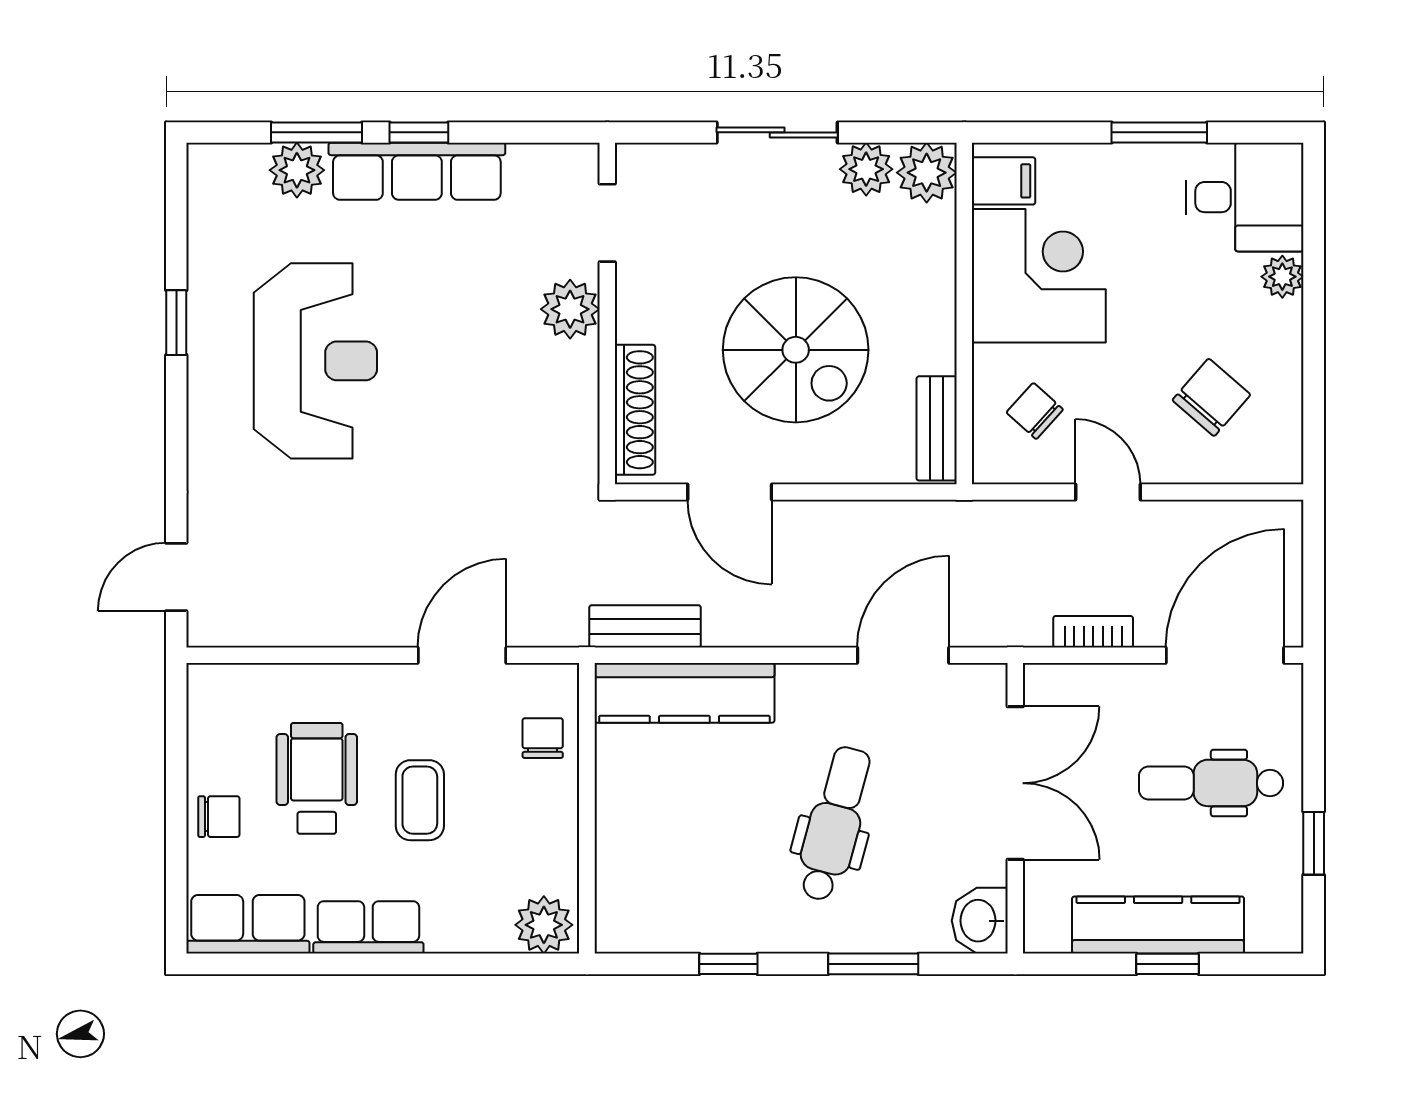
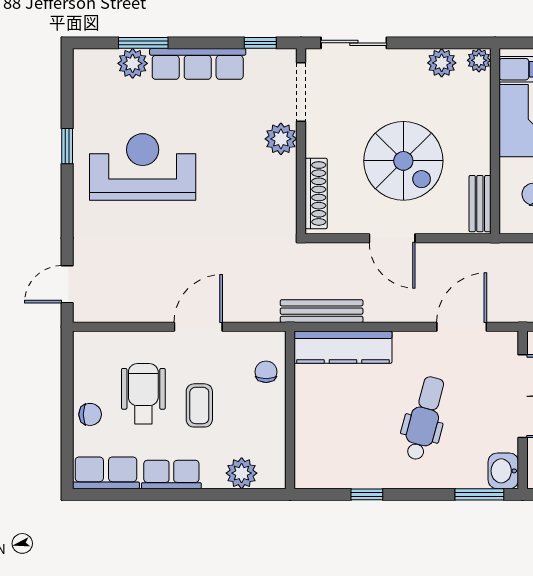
window: (419, 132) -> (260, 43), moved
sliding door: (777, 132) -> (354, 43), moved
plant: (927, 173) -> (479, 60), width x0.73, depth x0.73
doorway: (607, 223) -> (301, 92), width x1.38
reception desk: (315, 361) -> (143, 167), turned -90
door: (730, 492) -> (392, 238), moved
bench: (645, 626) -> (322, 311), width x1.36
door: (462, 655) -> (198, 327), moved
plant: (544, 925) -> (242, 473), moved
window: (873, 964) -> (479, 494), moved

